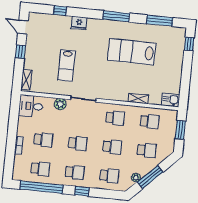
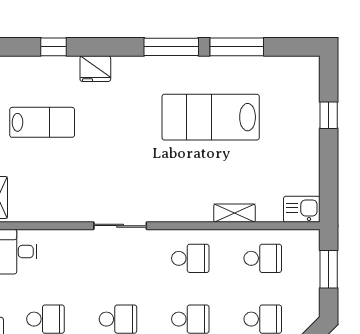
window: (160, 21) -> (237, 47), moved
window: (189, 44) -> (329, 115), moved
lab bench: (67, 65) -> (42, 122), moved, turned -90
plant: (60, 104) -> (73, 241), removed

